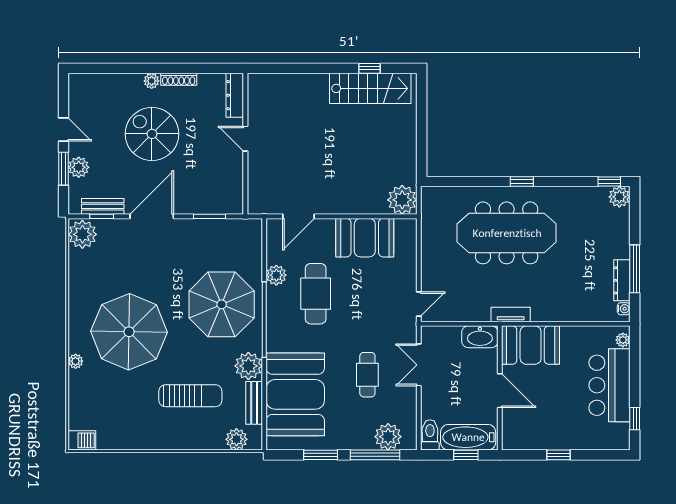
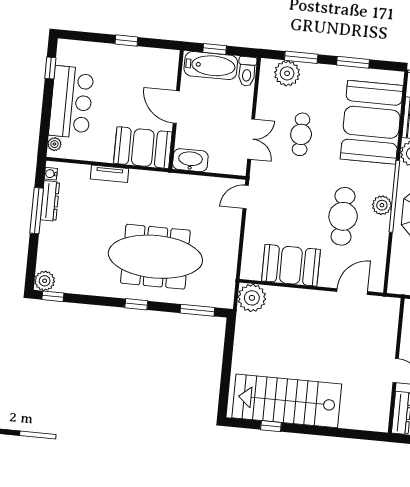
stairs: (370, 88) -> (287, 401), width x1.36, depth x1.51
window: (458, 181) -> (197, 310), added
plant: (276, 275) -> (382, 205), moved
tv unit: (511, 315) -> (109, 174), moved
window: (375, 455) -> (301, 57), width x0.69

